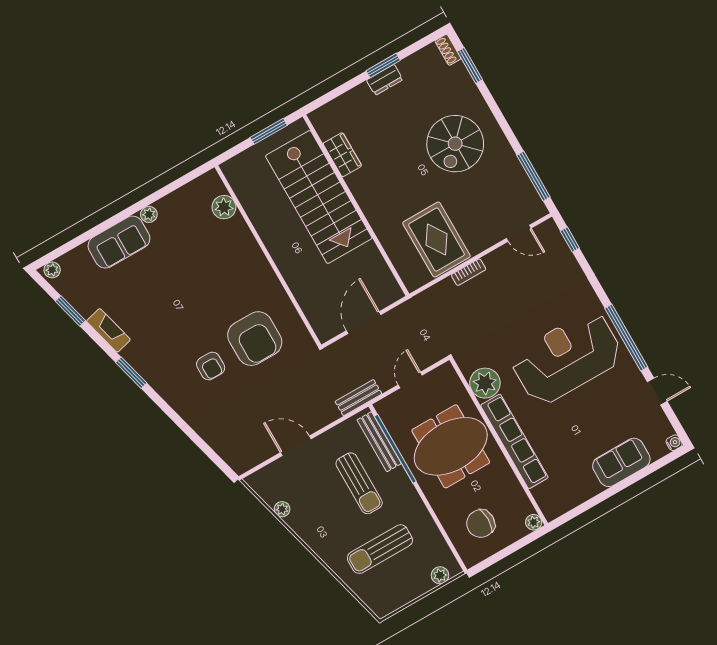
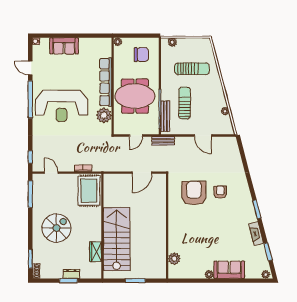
wardrobe: (342, 155) -> (96, 252), moved
stairs: (319, 197) -> (117, 239), moved
wall: (356, 205) -> (102, 226), moved

